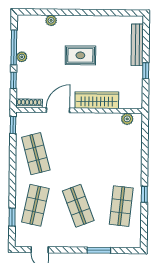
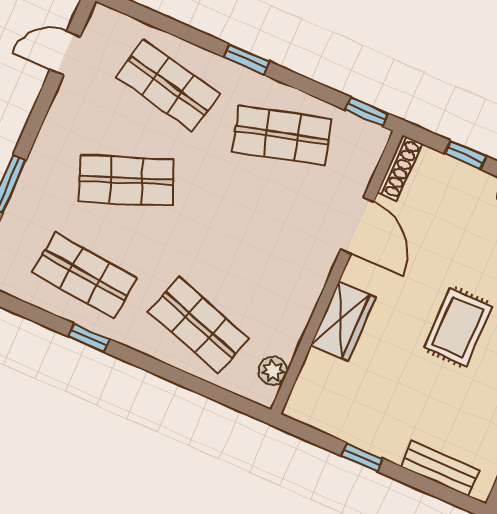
bench: (137, 45) -> (440, 468), width x0.73
wardrobe: (97, 100) -> (343, 321), width x0.67
shop shelf: (122, 155) -> (199, 325), added
window: (12, 217) -> (246, 59), moved

